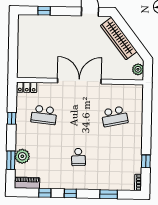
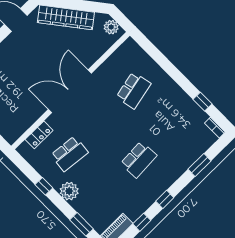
locker: (27, 87) -> (39, 135), moved
plant: (22, 156) -> (69, 191), moved
school desk: (78, 157) -> (139, 160), width x1.85

